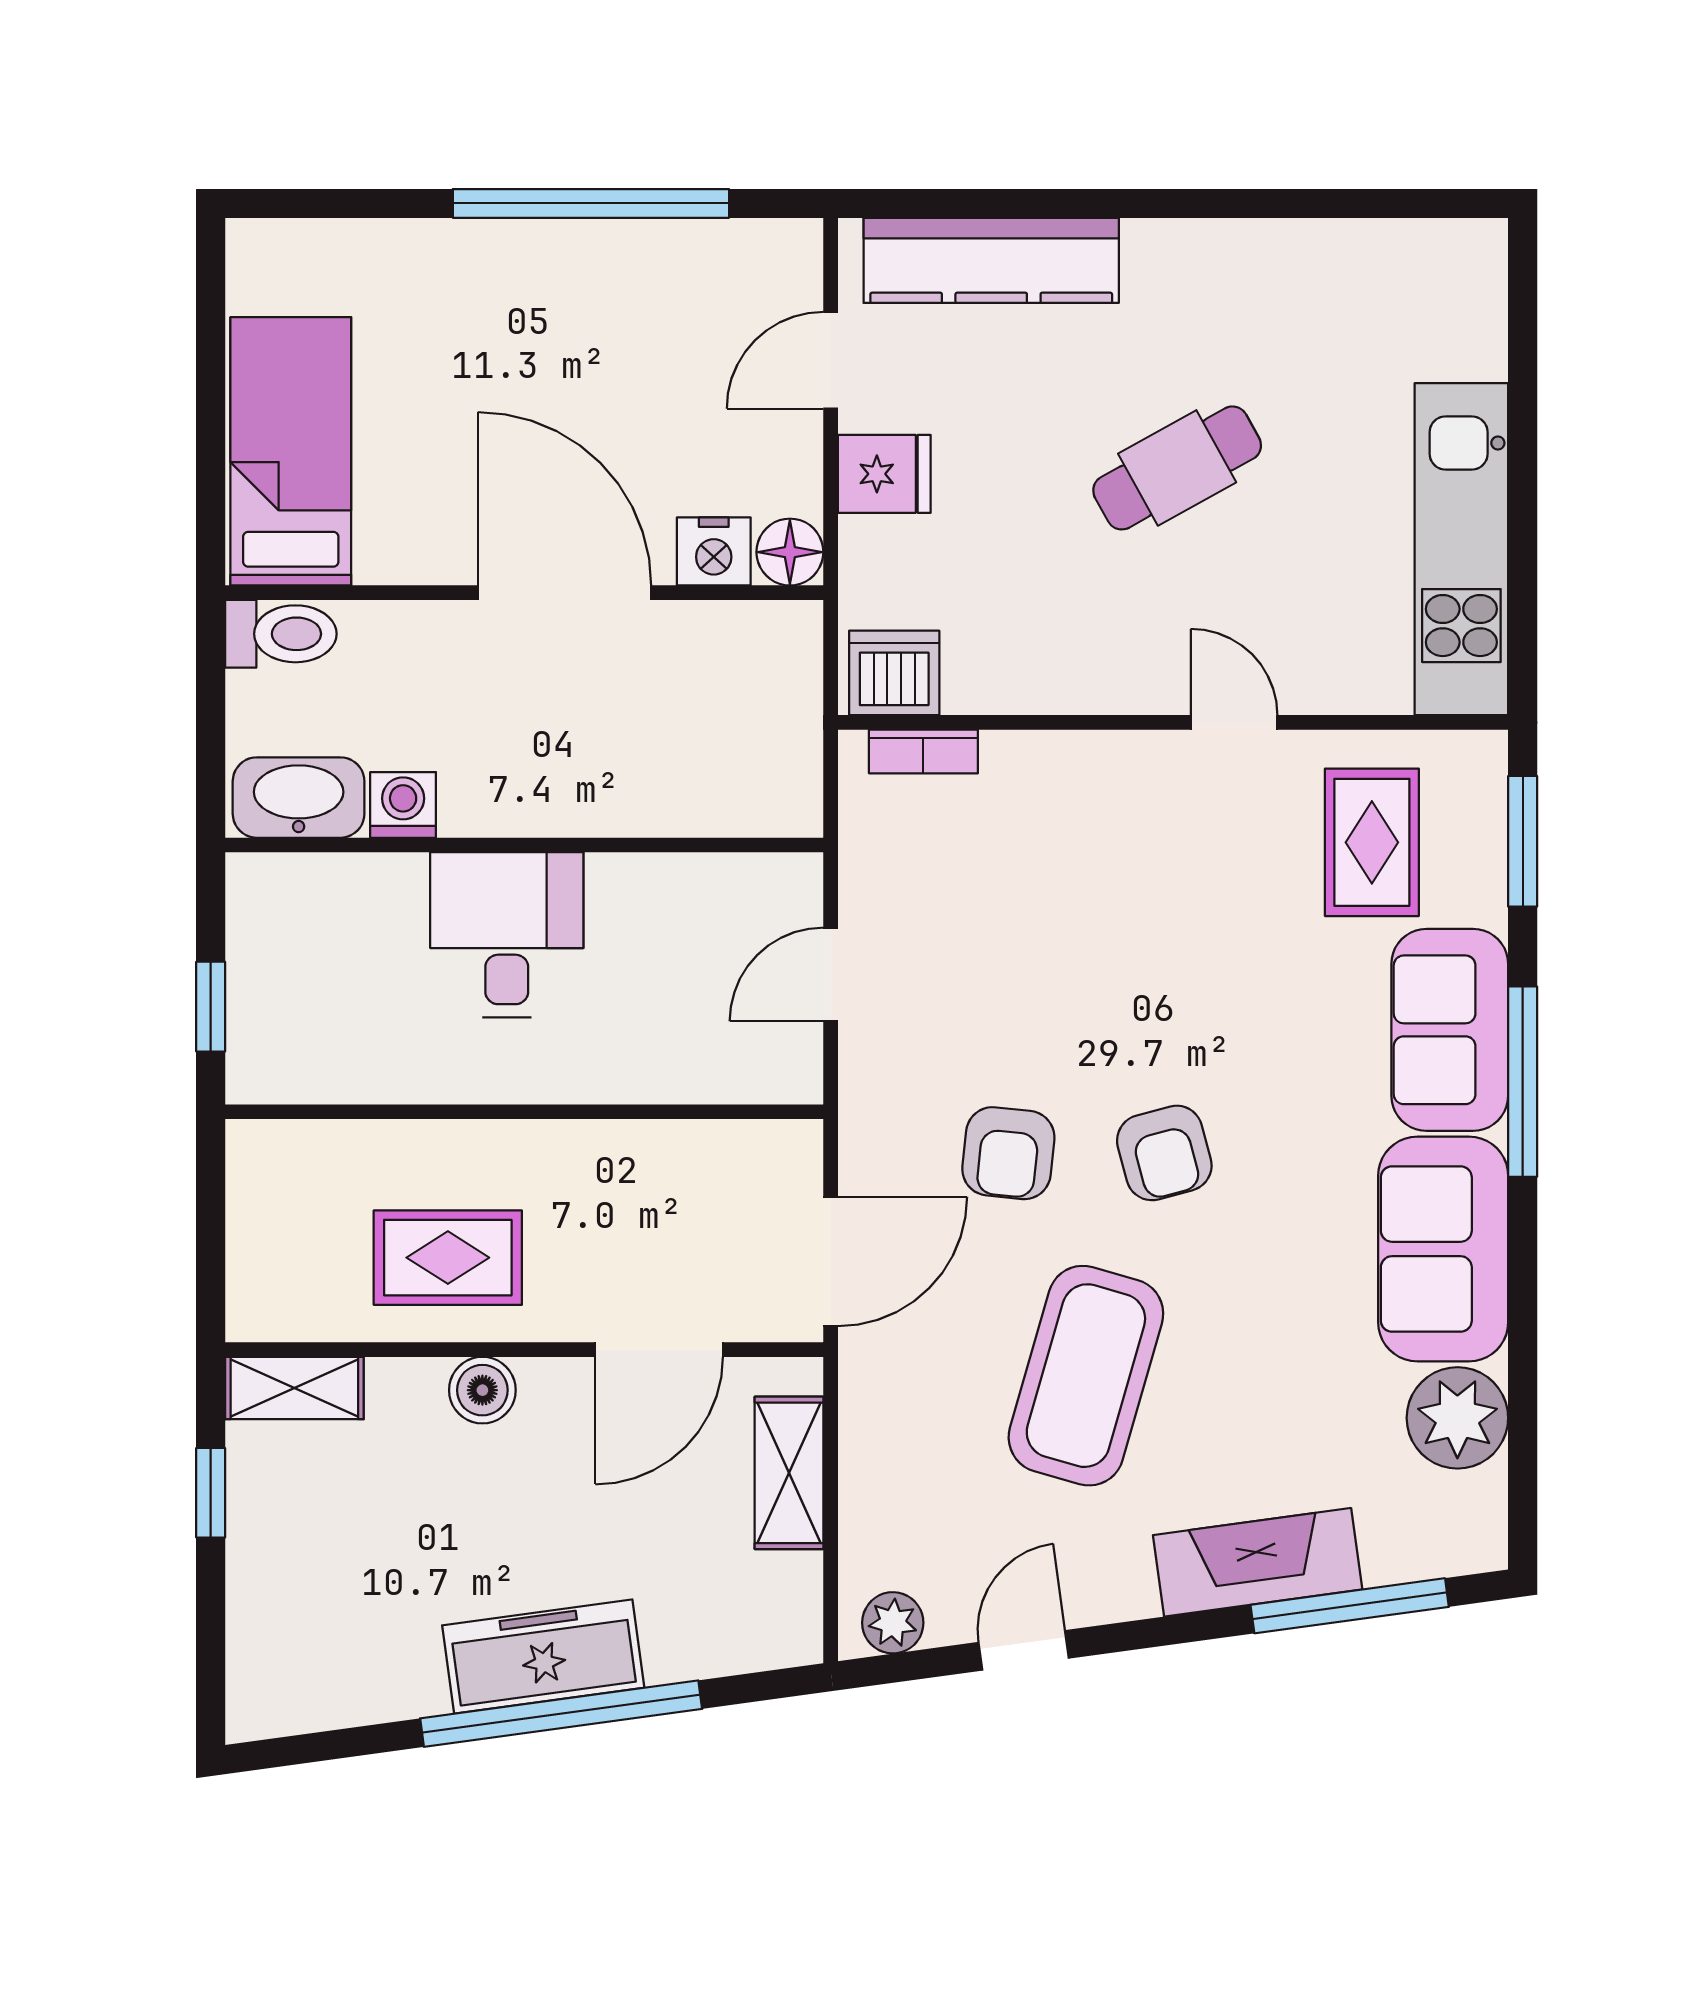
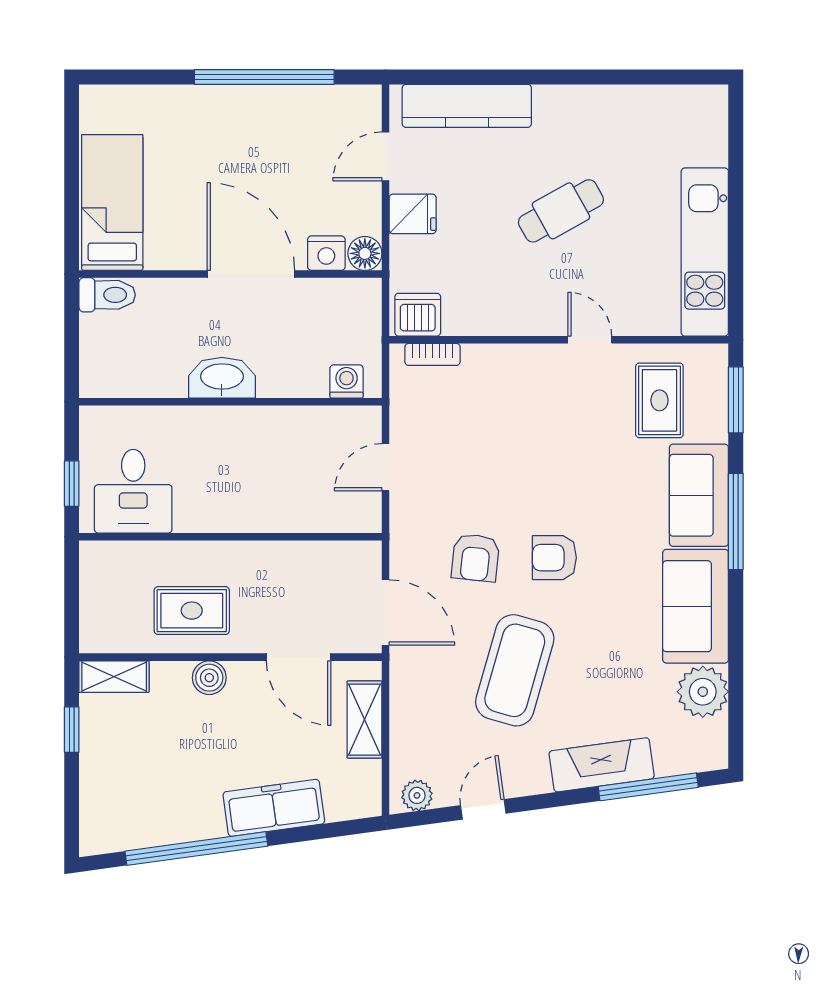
washbasin: (299, 798) -> (222, 378), moved
washing machine: (403, 805) -> (347, 381), moved
desk: (507, 935) -> (133, 491), moved, turned 180
armchair: (1164, 1153) -> (554, 558), turned 105
door: (831, 1261) -> (385, 613), hinge flipped
door: (659, 1350) -> (299, 657), hinge flipped
freezer: (543, 1657) -> (274, 808), moved
window: (561, 1714) -> (196, 849), moved

